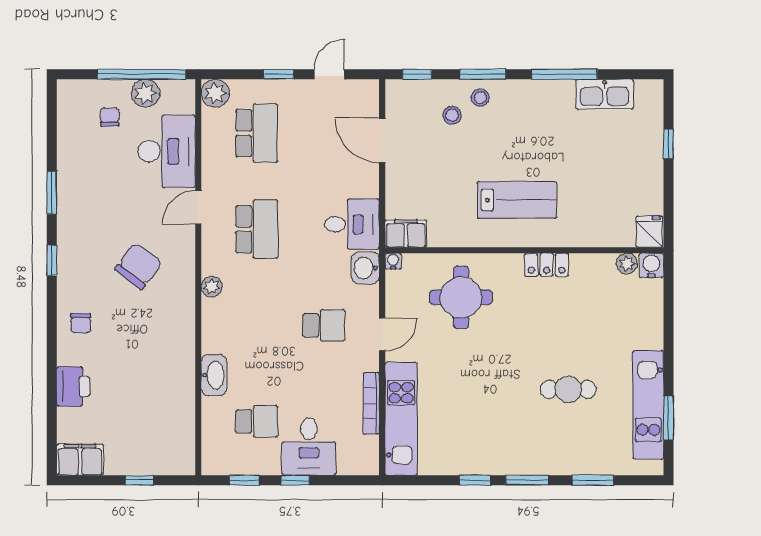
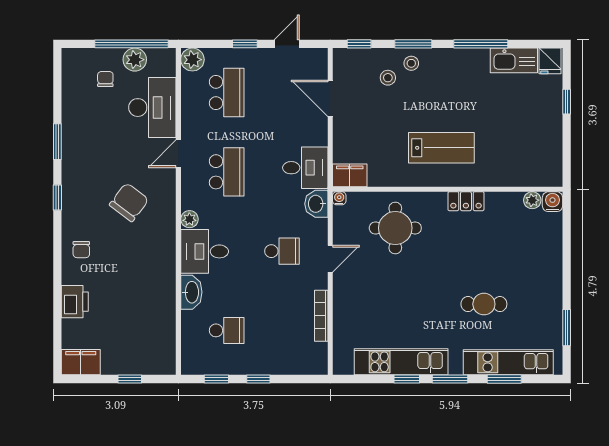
fridge: (649, 232) -> (550, 61), moved, turned 180
kitchen unit: (648, 405) -> (508, 362), moved, turned 90
kitchen unit: (401, 419) -> (401, 362), moved, turned -90
desk: (309, 447) -> (205, 251), moved, turned 90

